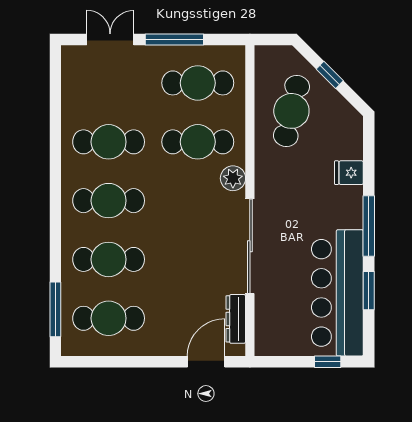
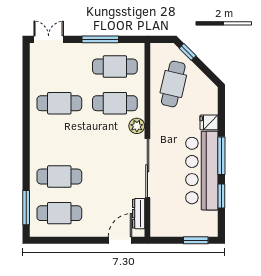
double door: (110, 39) -> (49, 39), moved
window: (330, 75) -> (188, 52), moved
cafe table: (109, 201) -> (59, 140), removed
bar counter: (337, 293) -> (202, 171), moved
window: (328, 362) -> (196, 240), width x1.50

